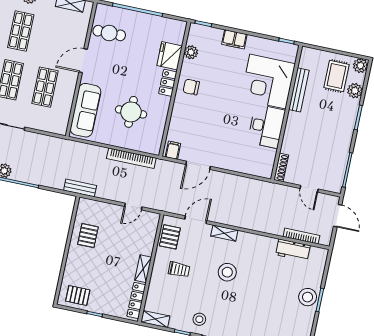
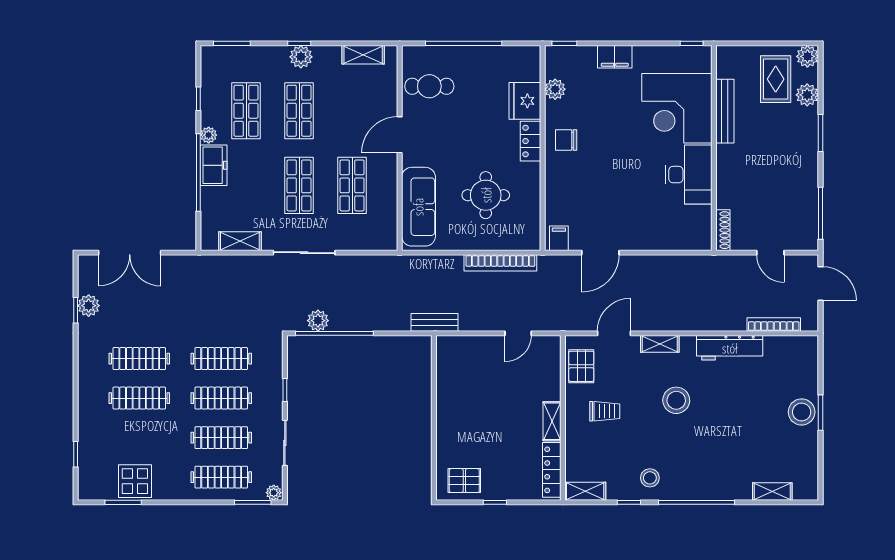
pallet: (88, 236) -> (461, 390), removed
workbench: (293, 250) -> (730, 348), moved, width x1.38

